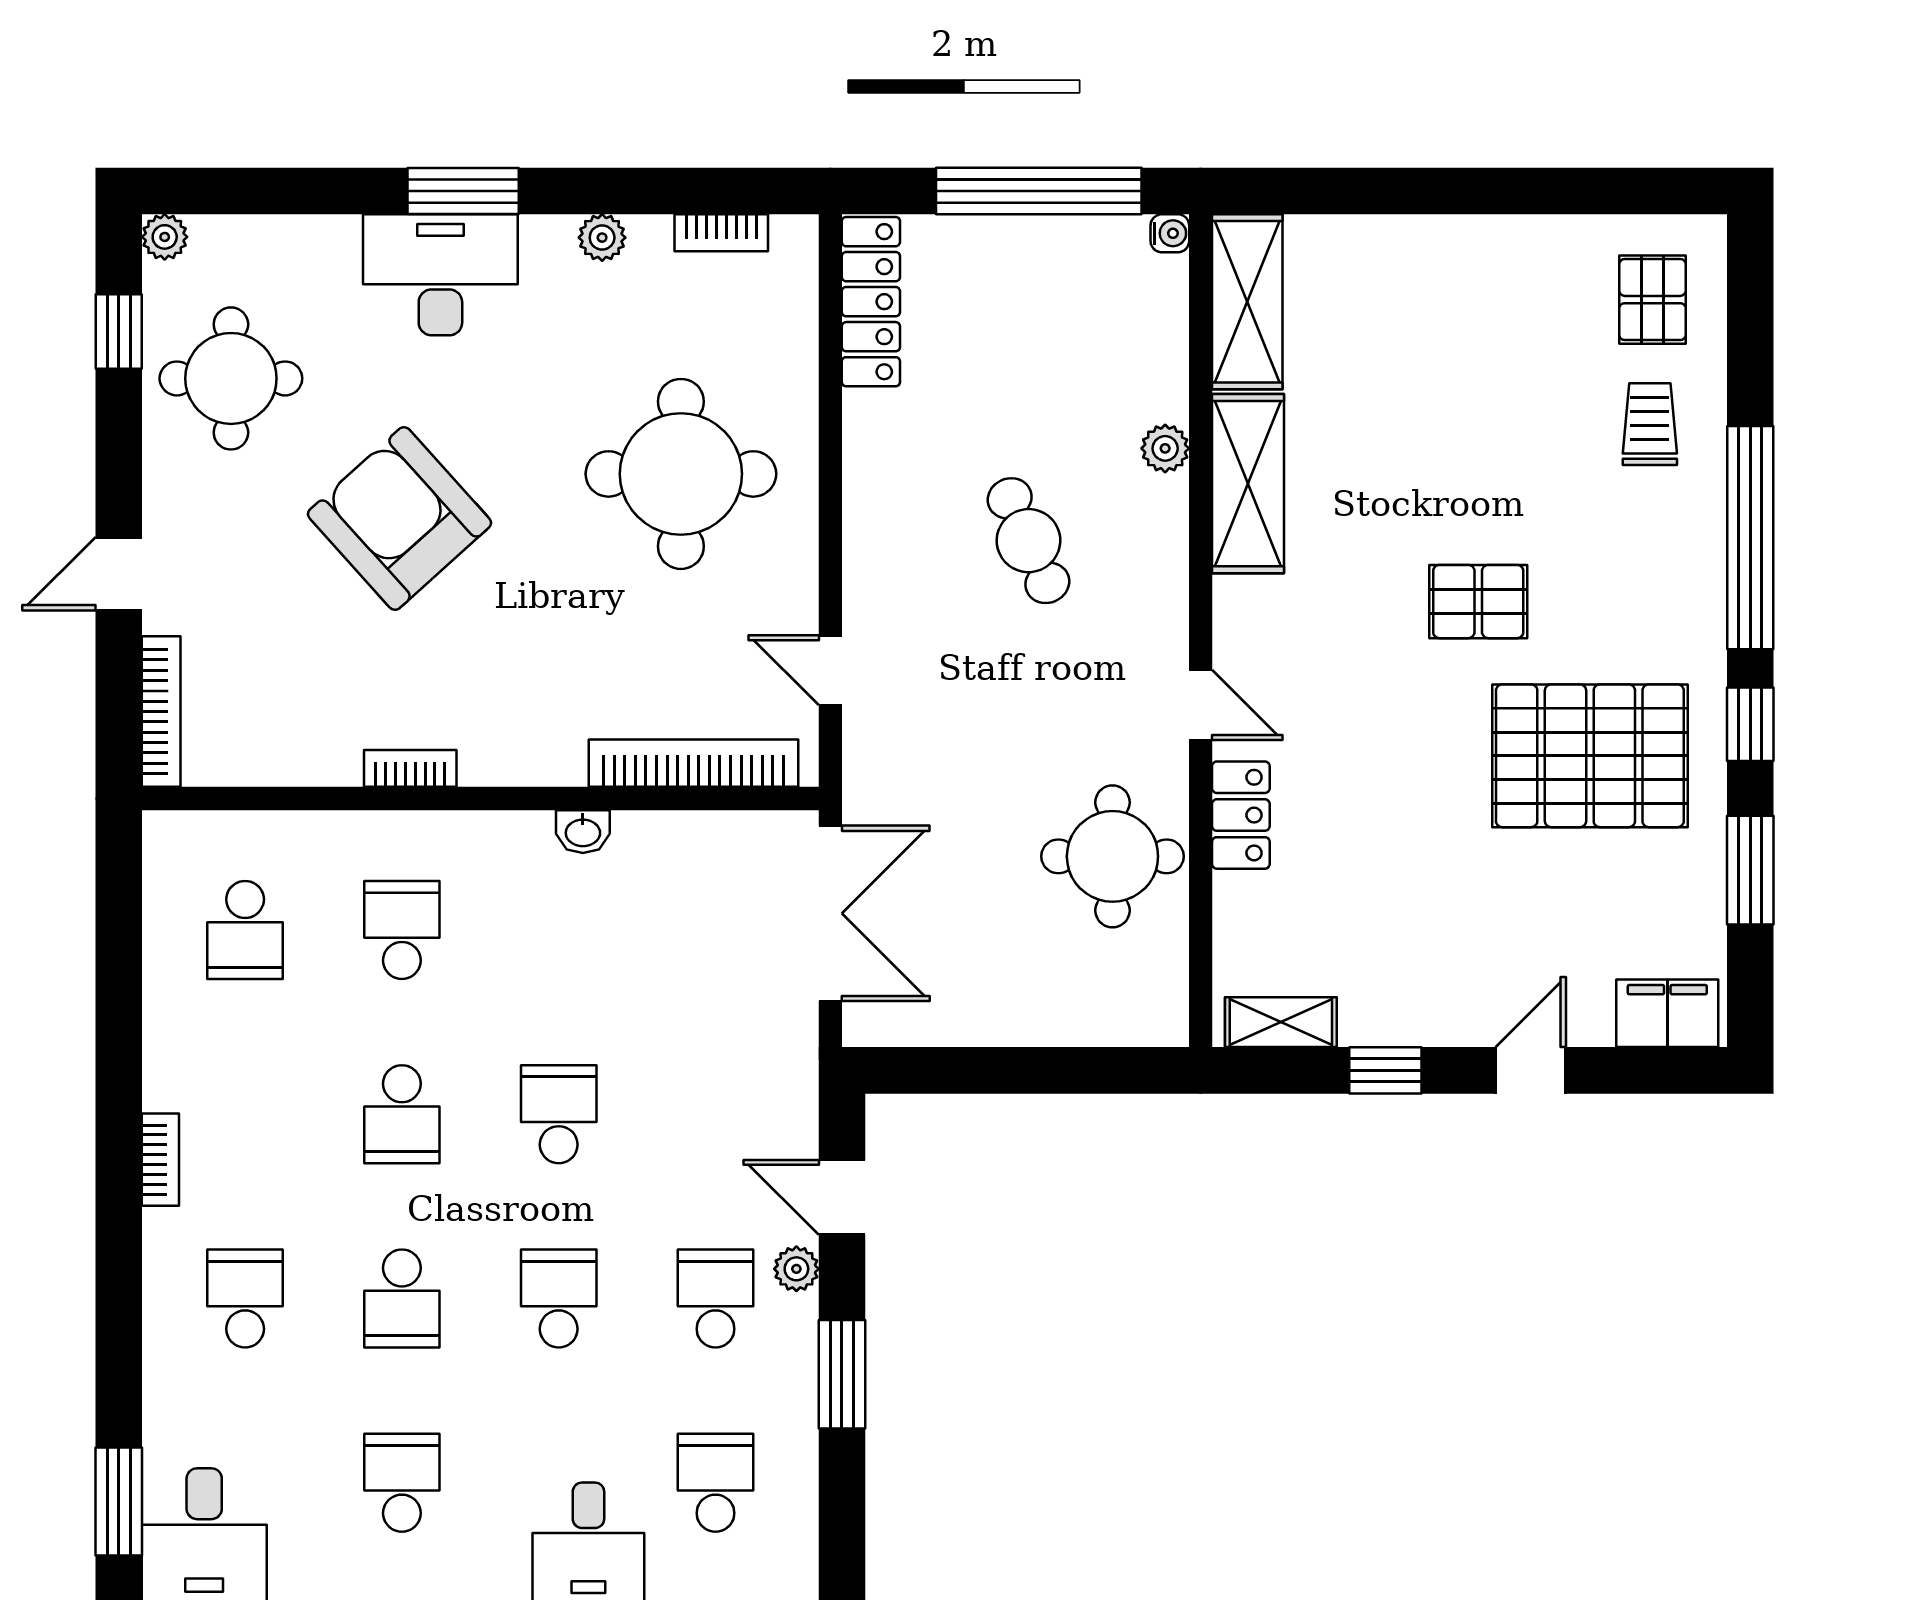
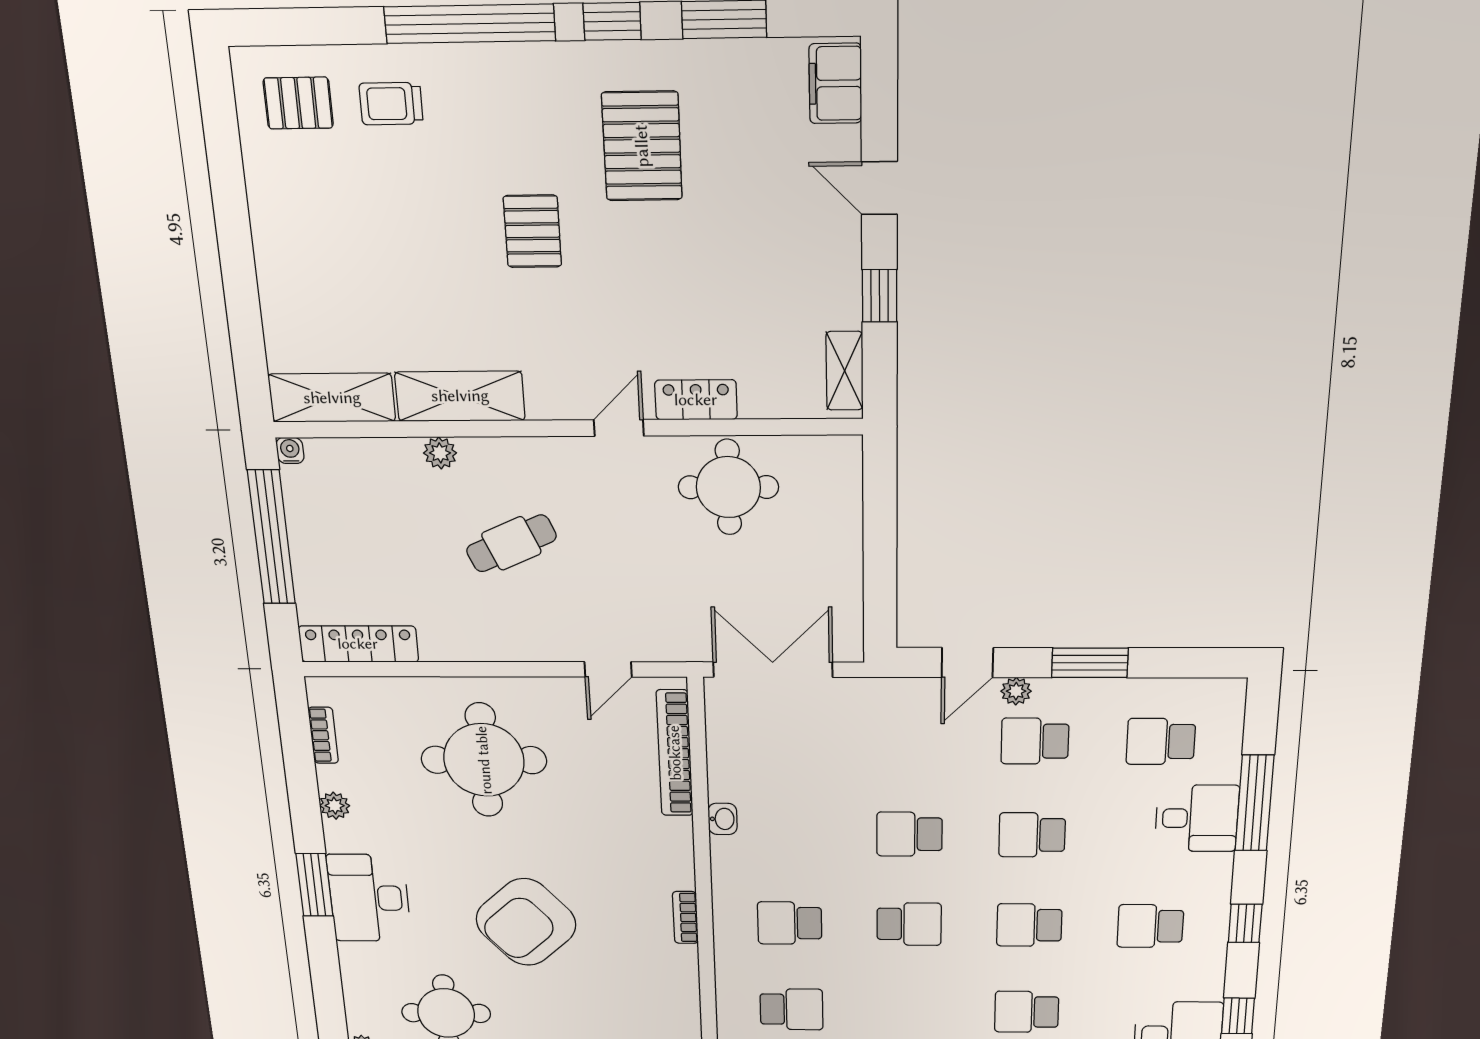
pallet: (1590, 756) -> (642, 146), width x0.73, depth x0.71
school desk: (402, 1298) -> (1029, 925), turned 180

